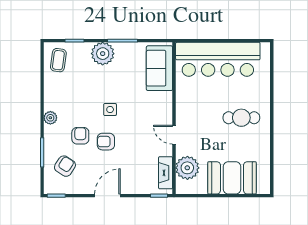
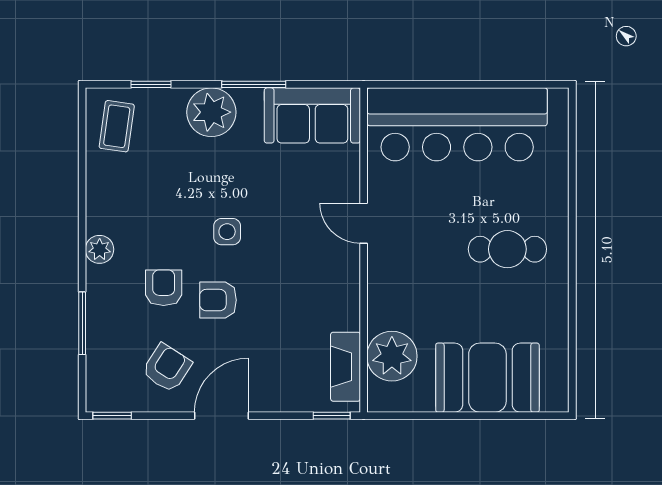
sofa: (159, 68) -> (312, 115), moved, turned -90
door: (174, 135) -> (364, 223), moved
armchair: (65, 166) -> (167, 368), moved

